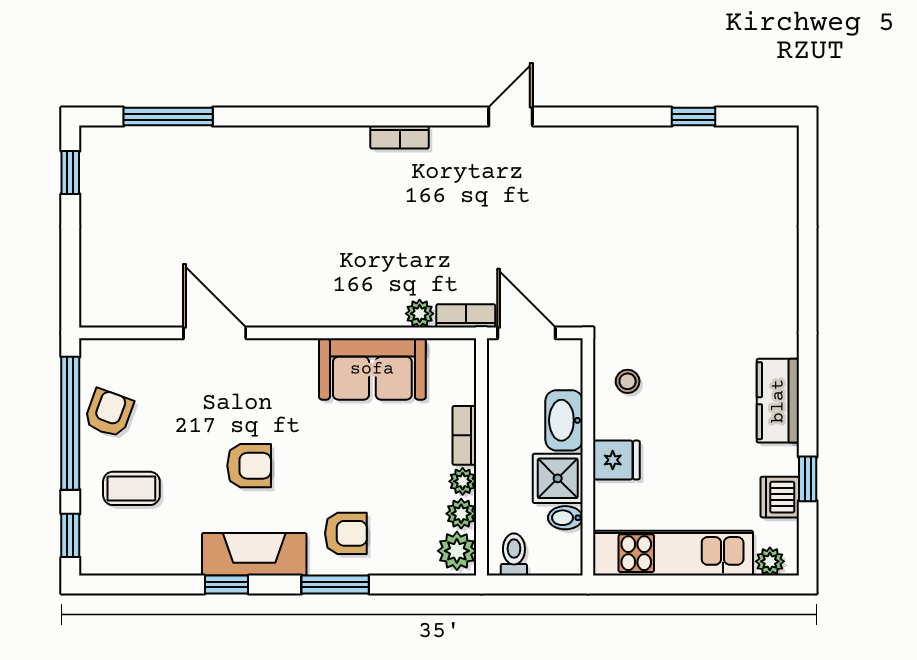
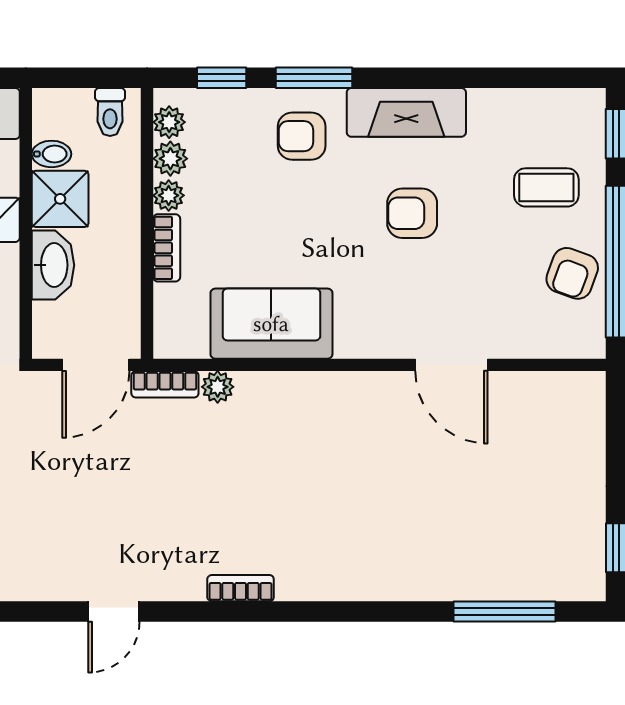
door: (526, 333) -> (96, 365), hinge flipped
plant: (457, 551) -> (169, 122), width x0.73, depth x0.73
window: (227, 585) -> (222, 78), moved

